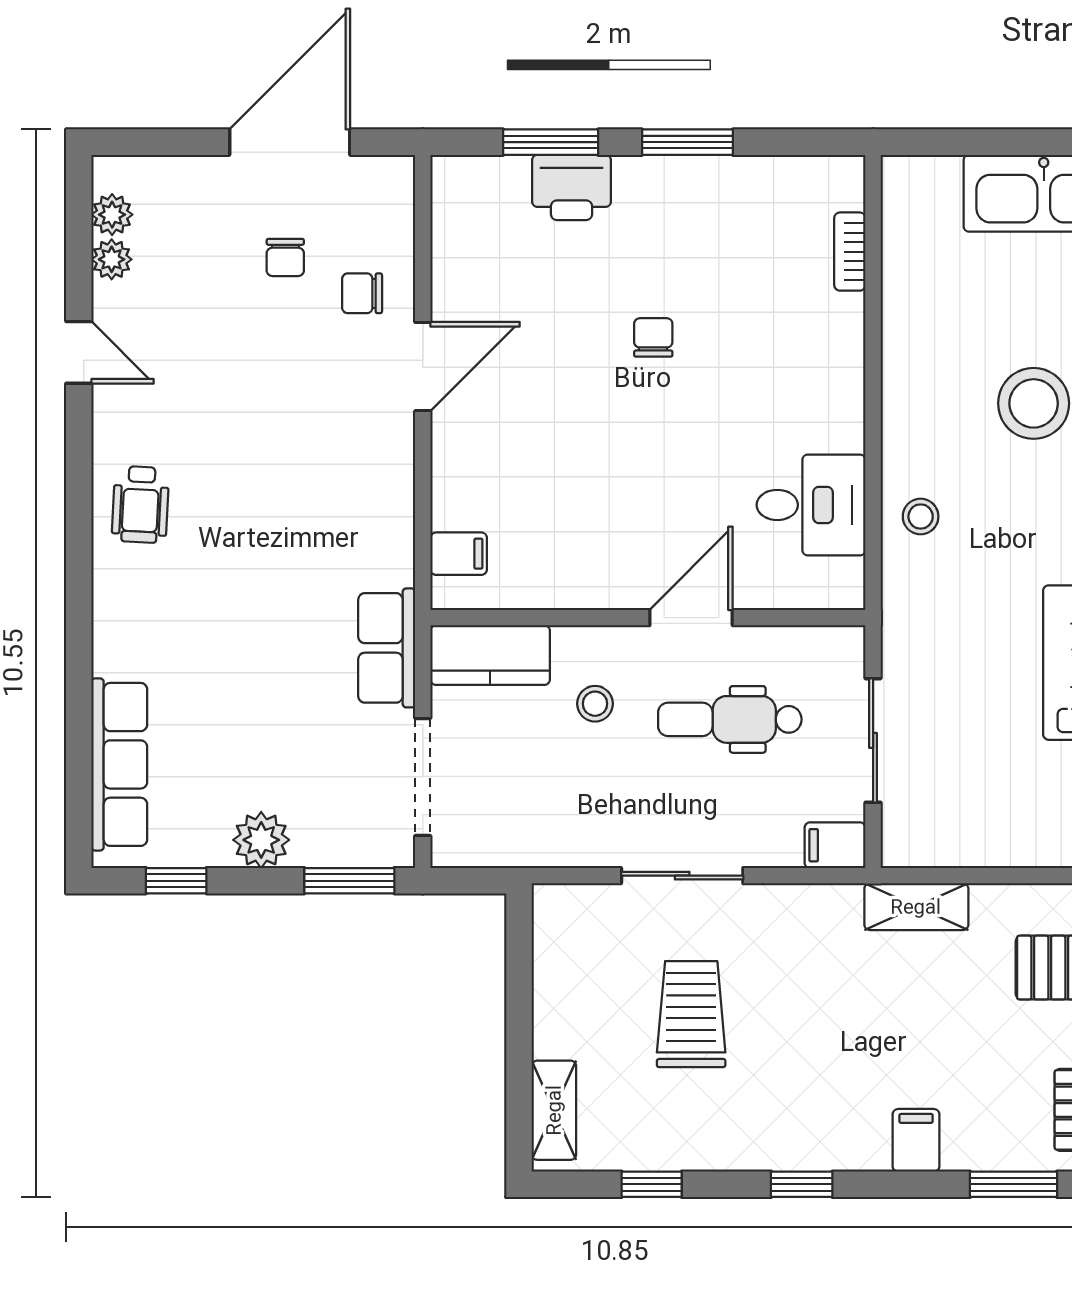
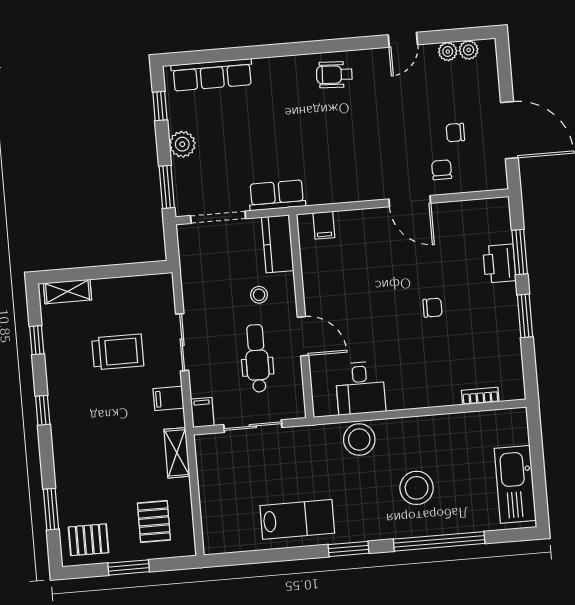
stool: (921, 517) -> (359, 440), width x1.89, depth x1.89
filing cabinet: (916, 1140) -> (169, 398), moved, turned 180

